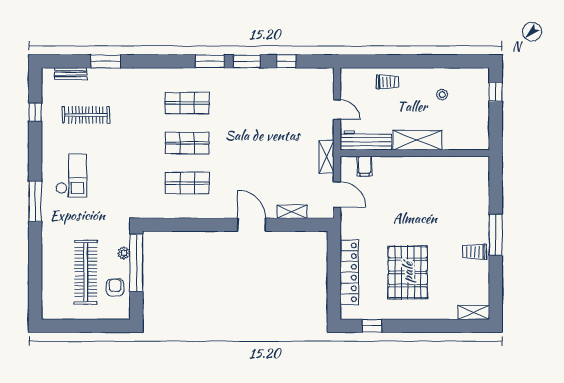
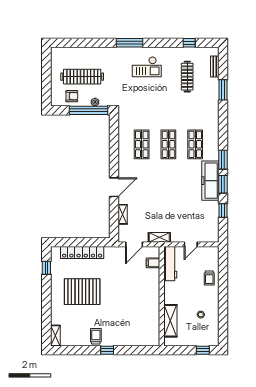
freezer: (242, 80) -> (210, 181), added
shelving: (417, 140) -> (170, 321), moved
window: (496, 235) -> (107, 350), width x0.46

